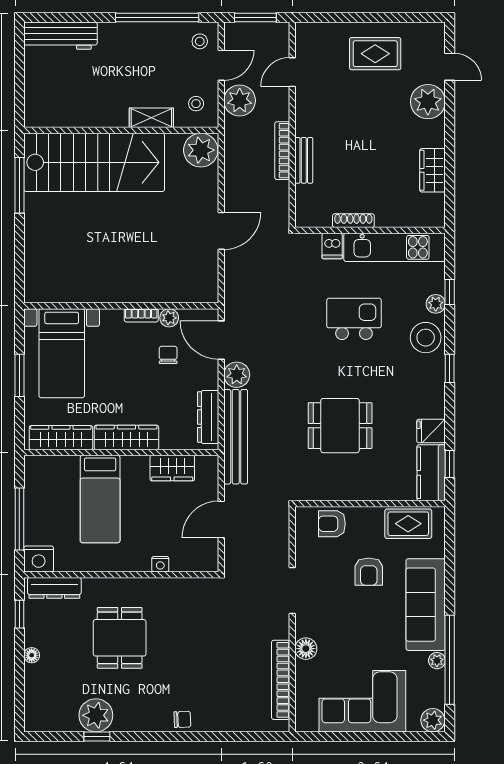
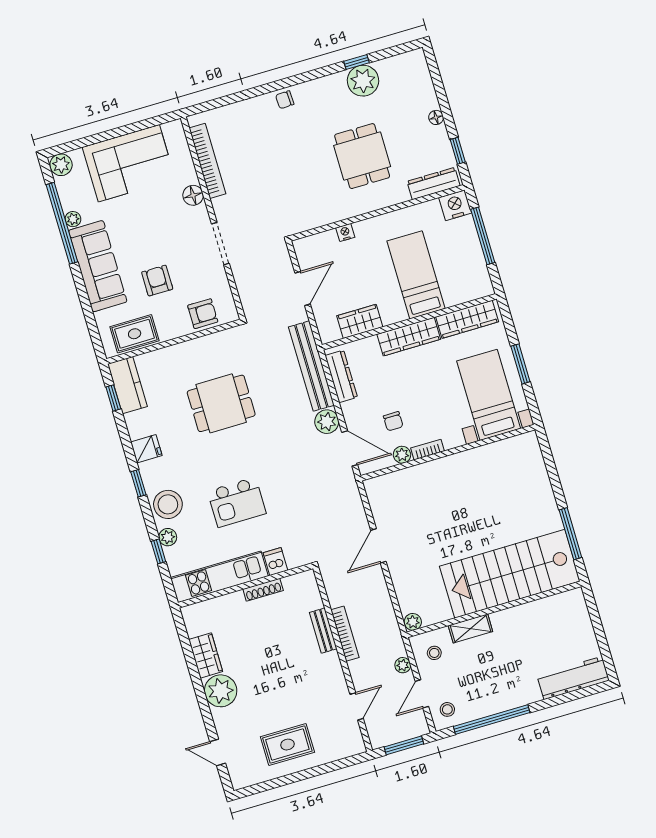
plant: (240, 101) -> (403, 665), width x0.53, depth x0.53
plant: (428, 102) -> (221, 691), moved
plant: (201, 150) -> (413, 622), width x0.53, depth x0.53
fridge: (431, 431) -> (146, 449), moved

